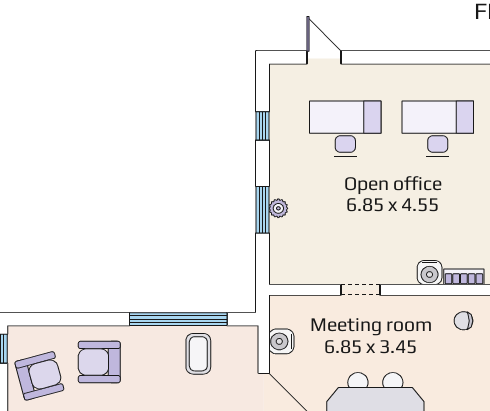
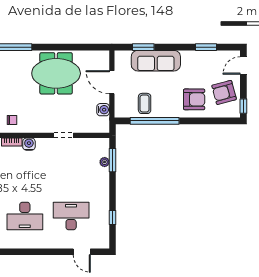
desk: (345, 129) -> (71, 216), turned 180
plant: (278, 208) -> (105, 162), moved
window: (262, 210) -> (113, 160), moved

